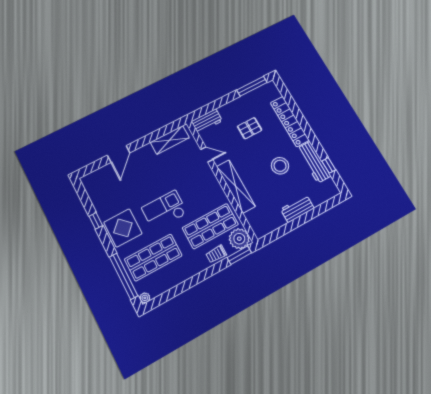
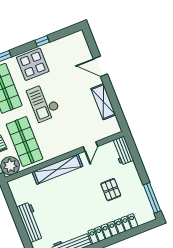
shelving: (170, 140) -> (103, 102), moved
stool: (280, 166) -> (72, 213), removed
workbench: (297, 209) -> (30, 222), width x1.38
checkout: (165, 210) -> (44, 102), turned 180

